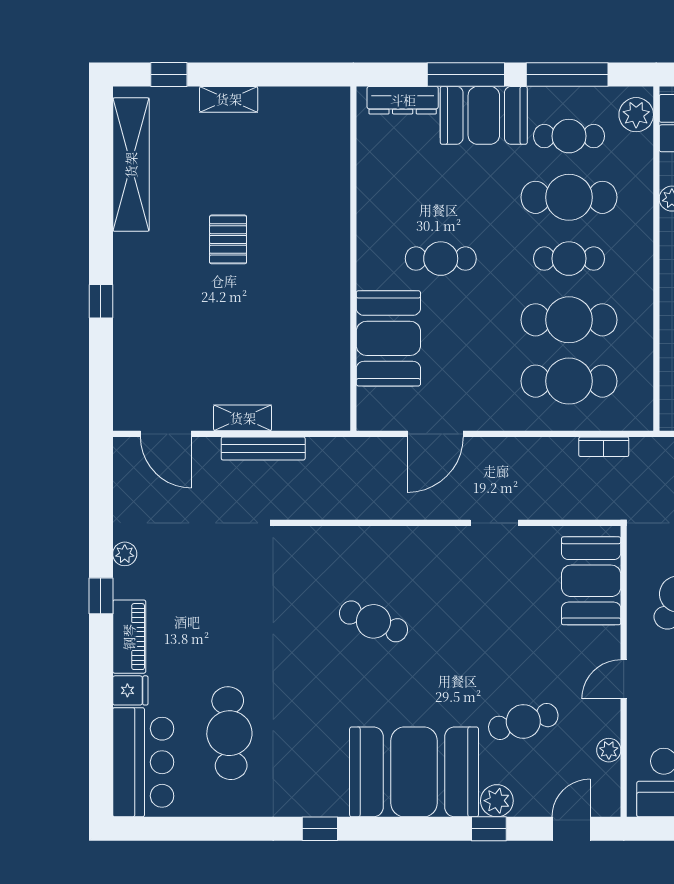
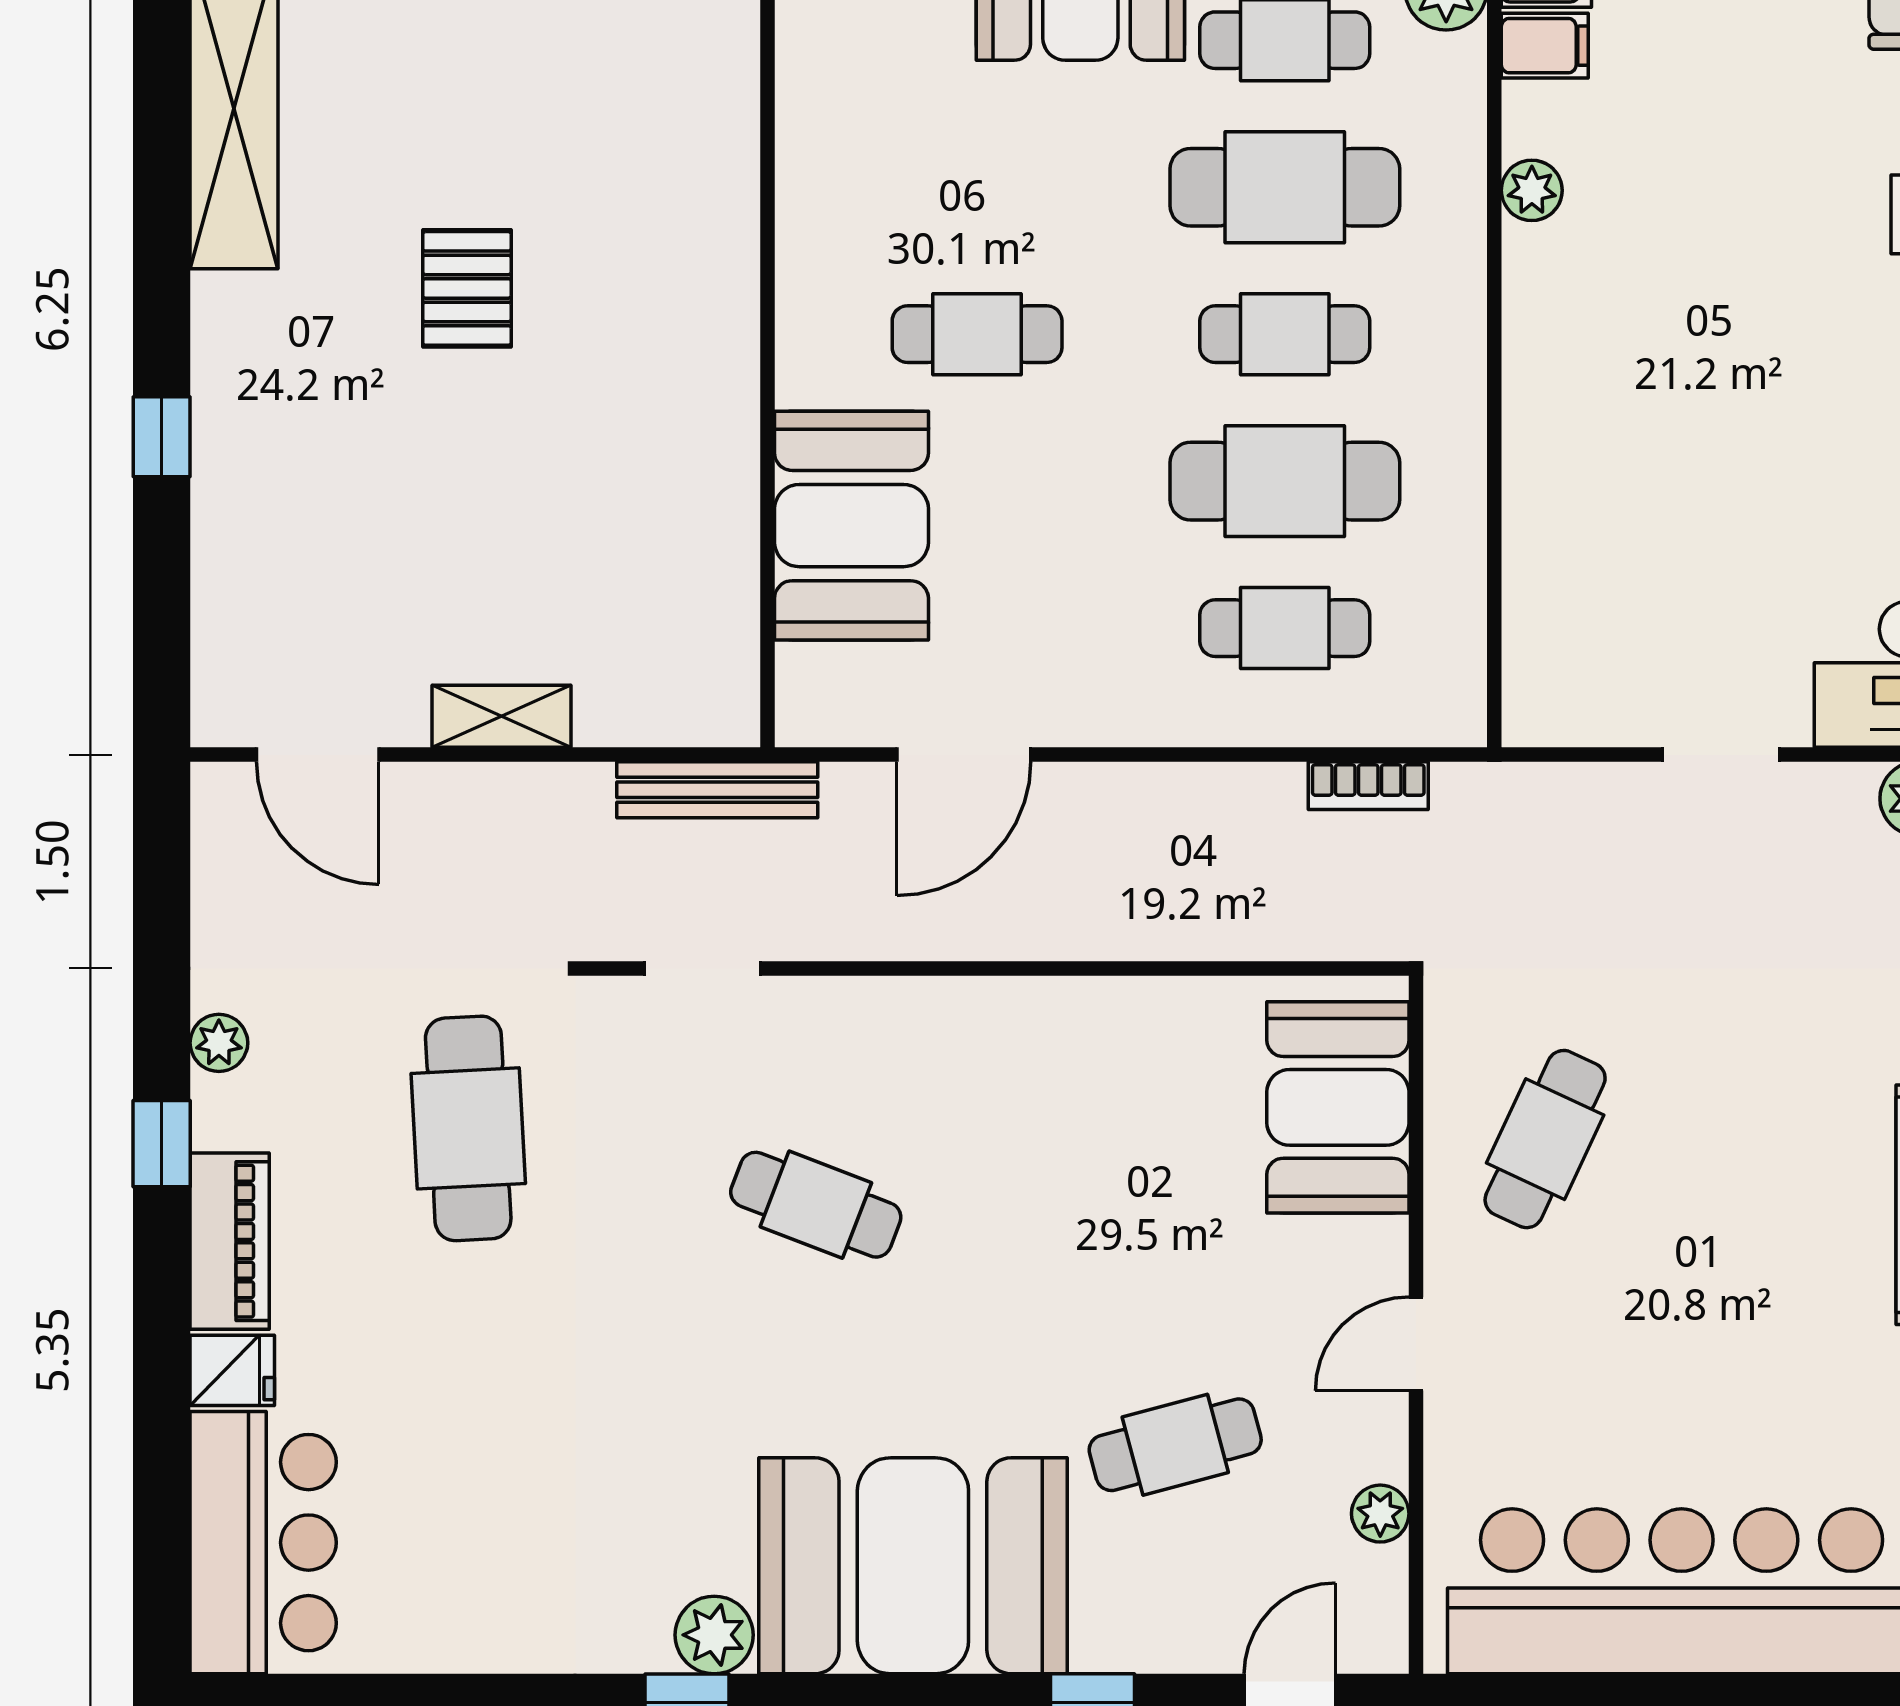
cafe table: (569, 381) -> (1285, 628), width x0.73, depth x0.74
bench: (263, 448) -> (717, 790), moved
doorway: (494, 523) -> (702, 968), moved
cafe table: (229, 733) -> (468, 1128), moved
plant: (497, 801) -> (714, 1635), moved

